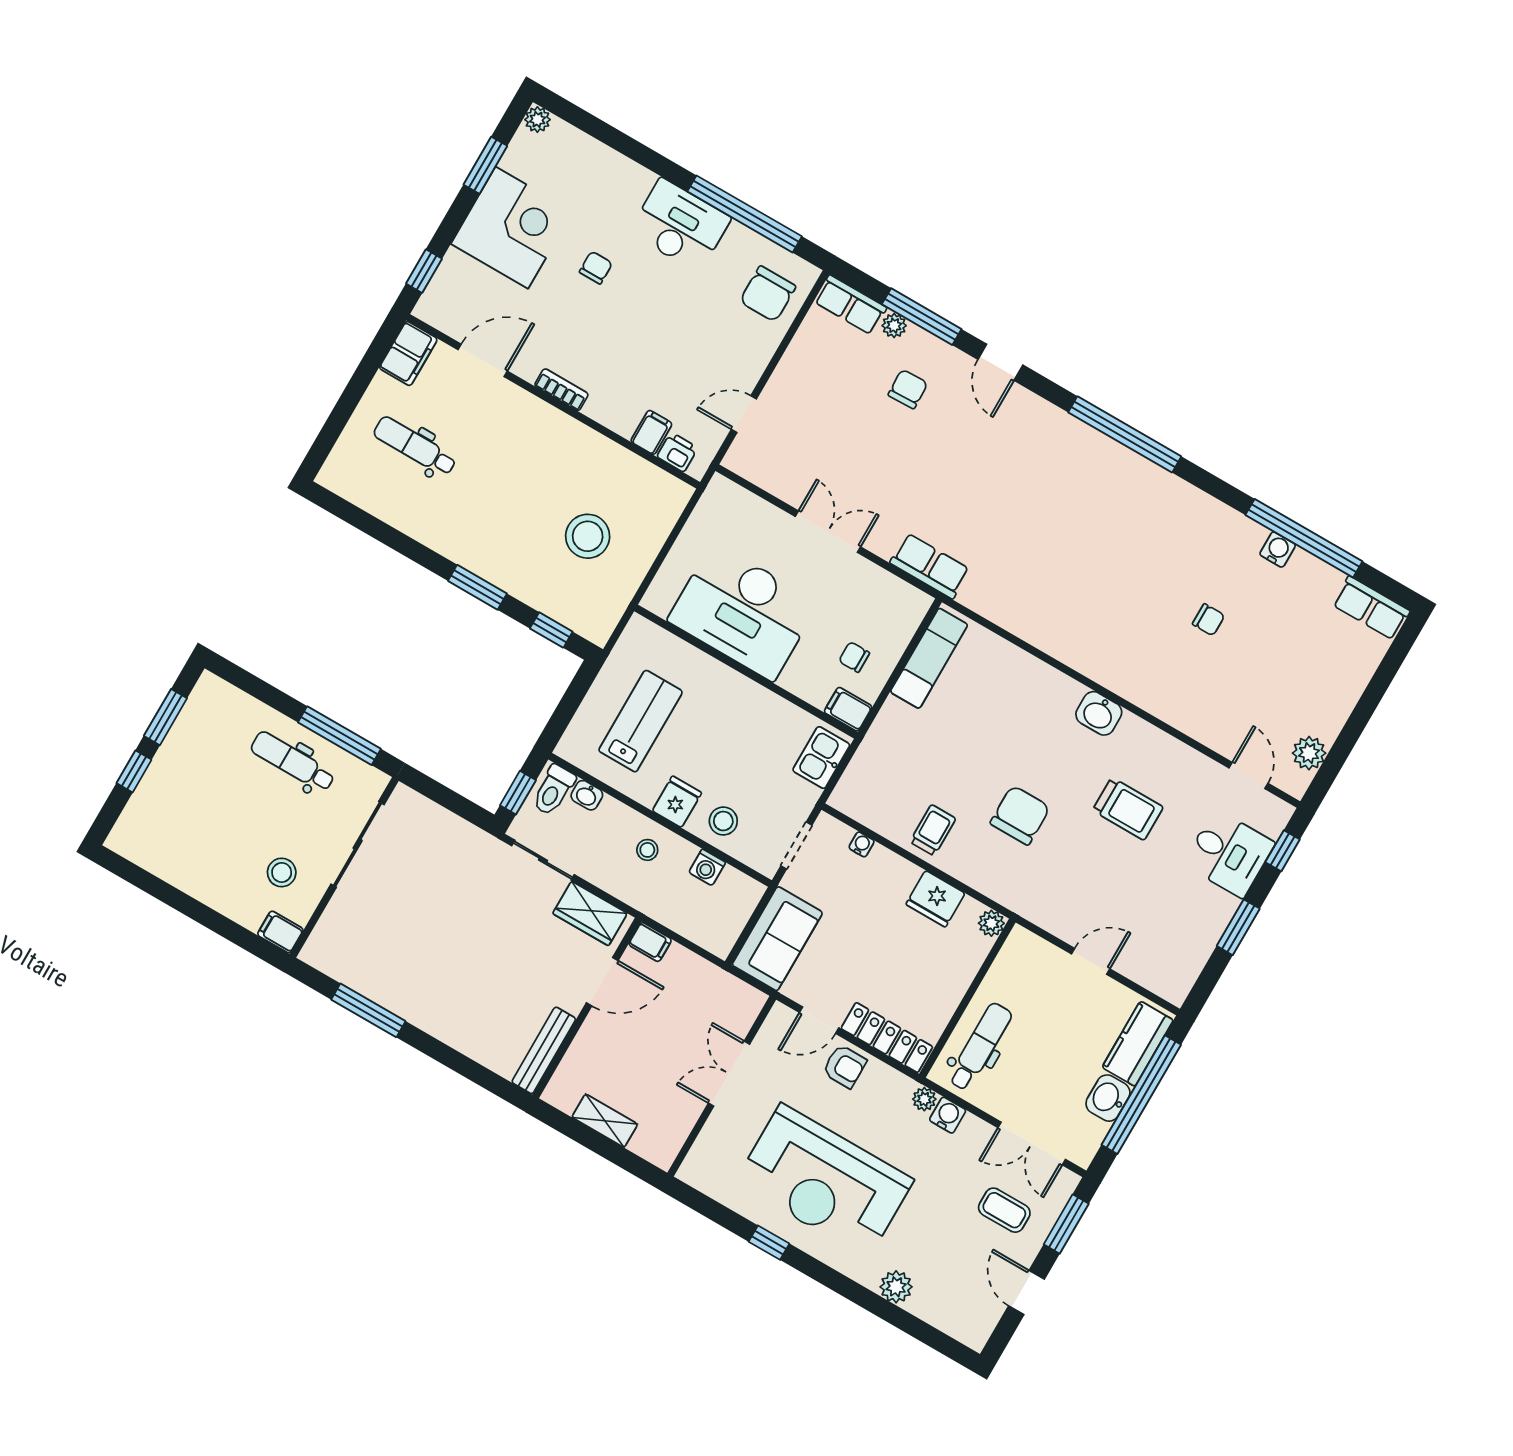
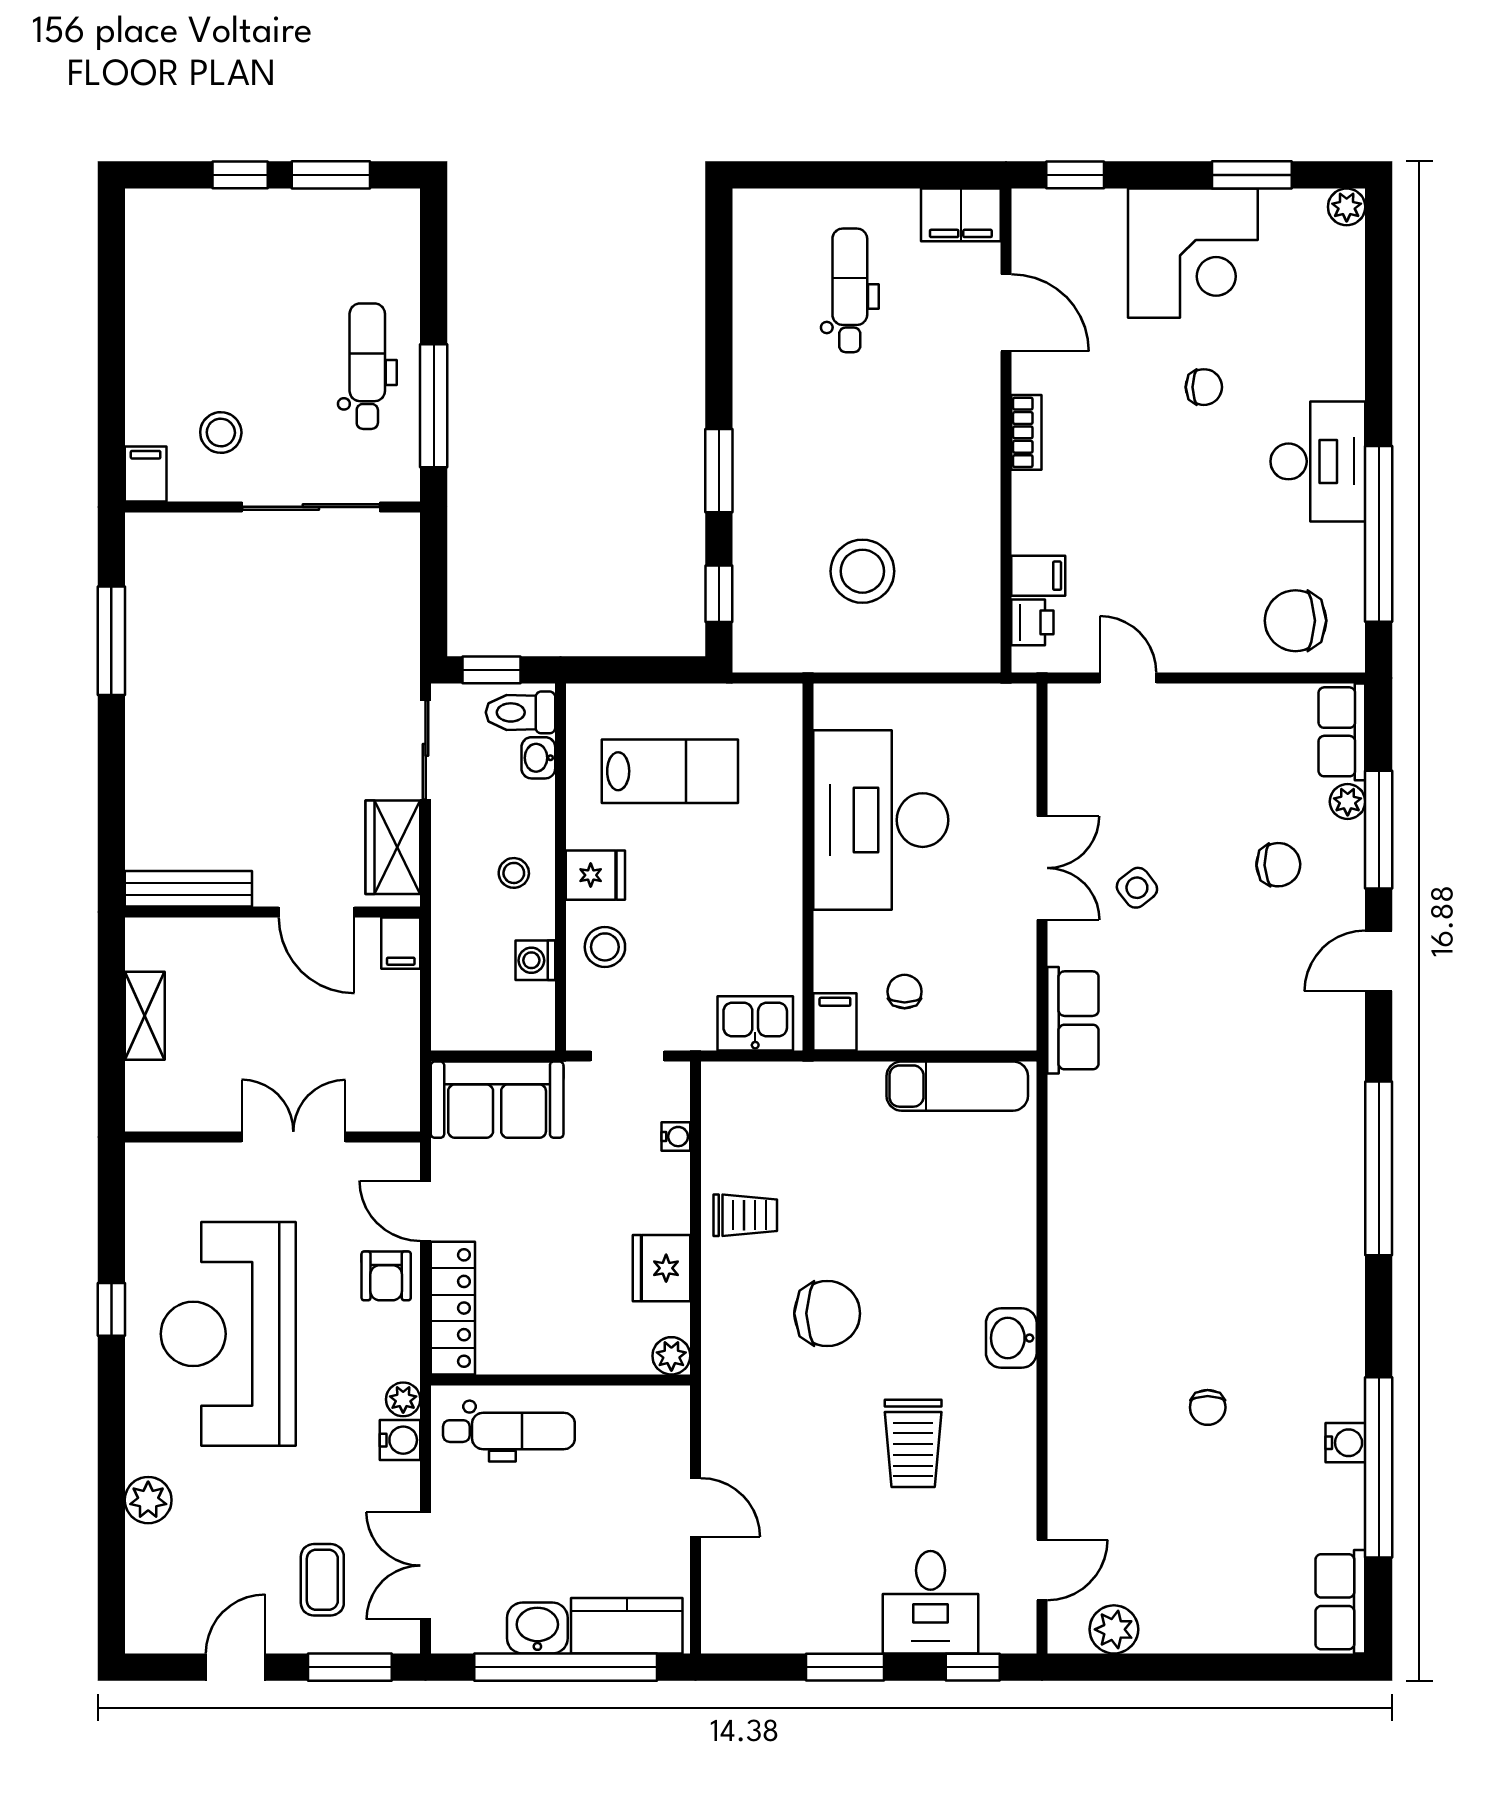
side table: (873, 482) -> (1137, 888), added

